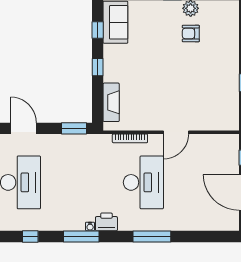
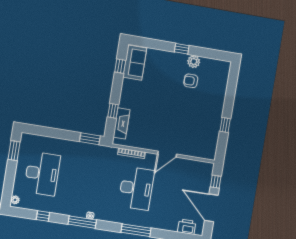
window: (98, 67) -> (113, 111), moved
door: (23, 128) -> (51, 132), removed
printer: (106, 222) -> (187, 227), moved

